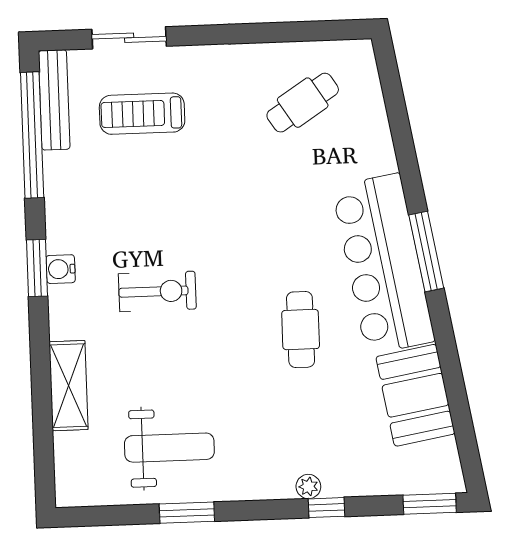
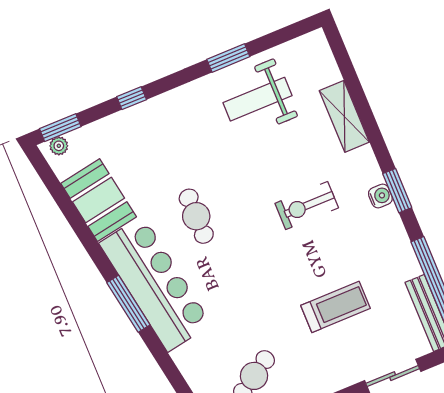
treadmill: (142, 114) -> (336, 307), moved
plant: (308, 487) -> (59, 146), moved

